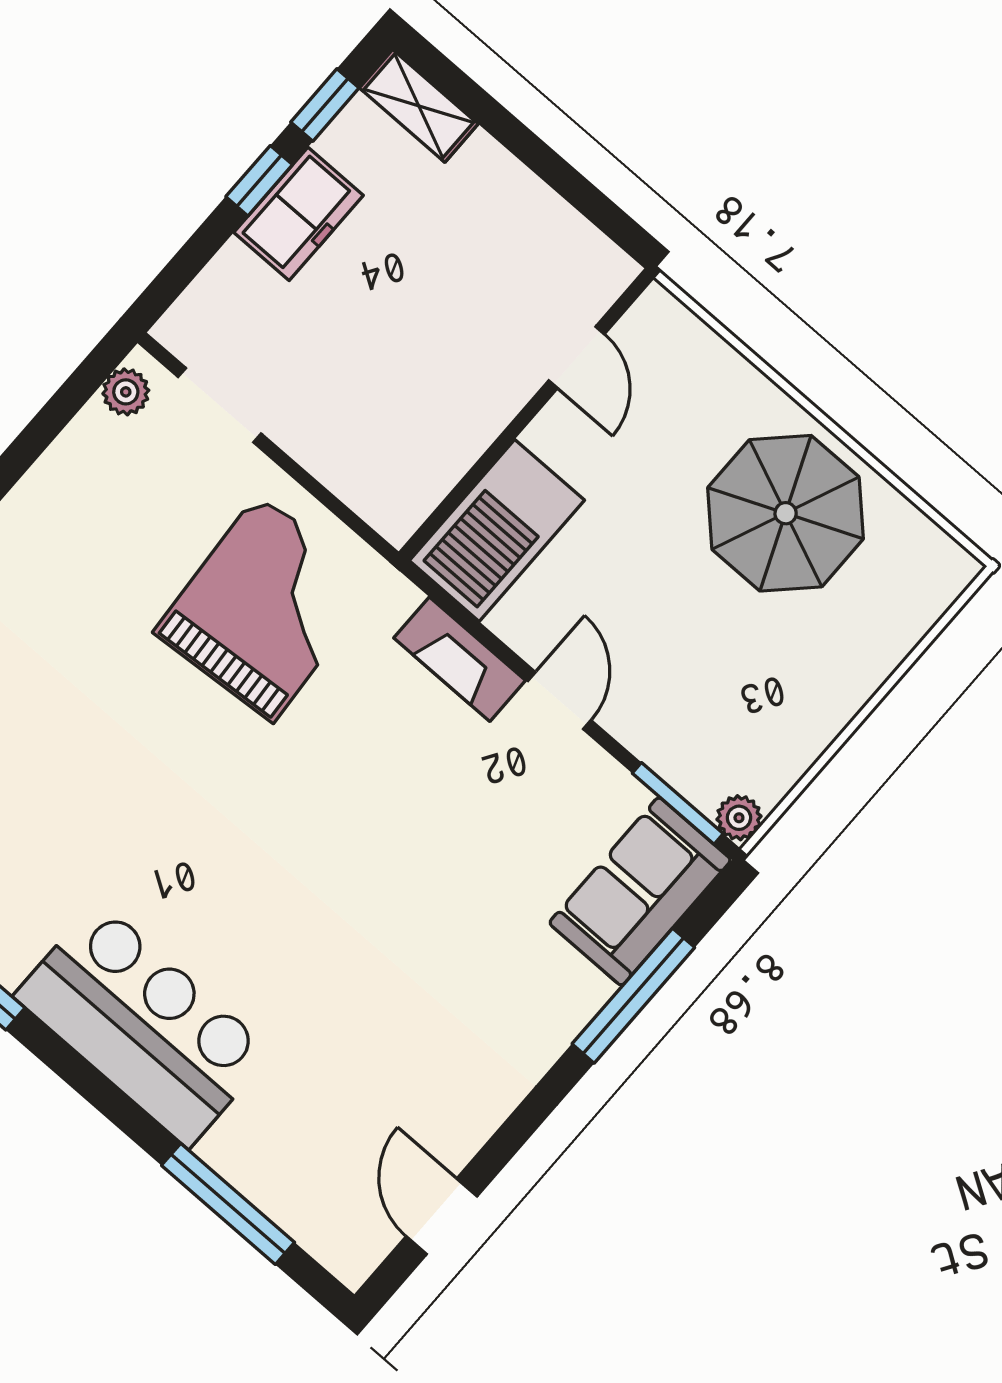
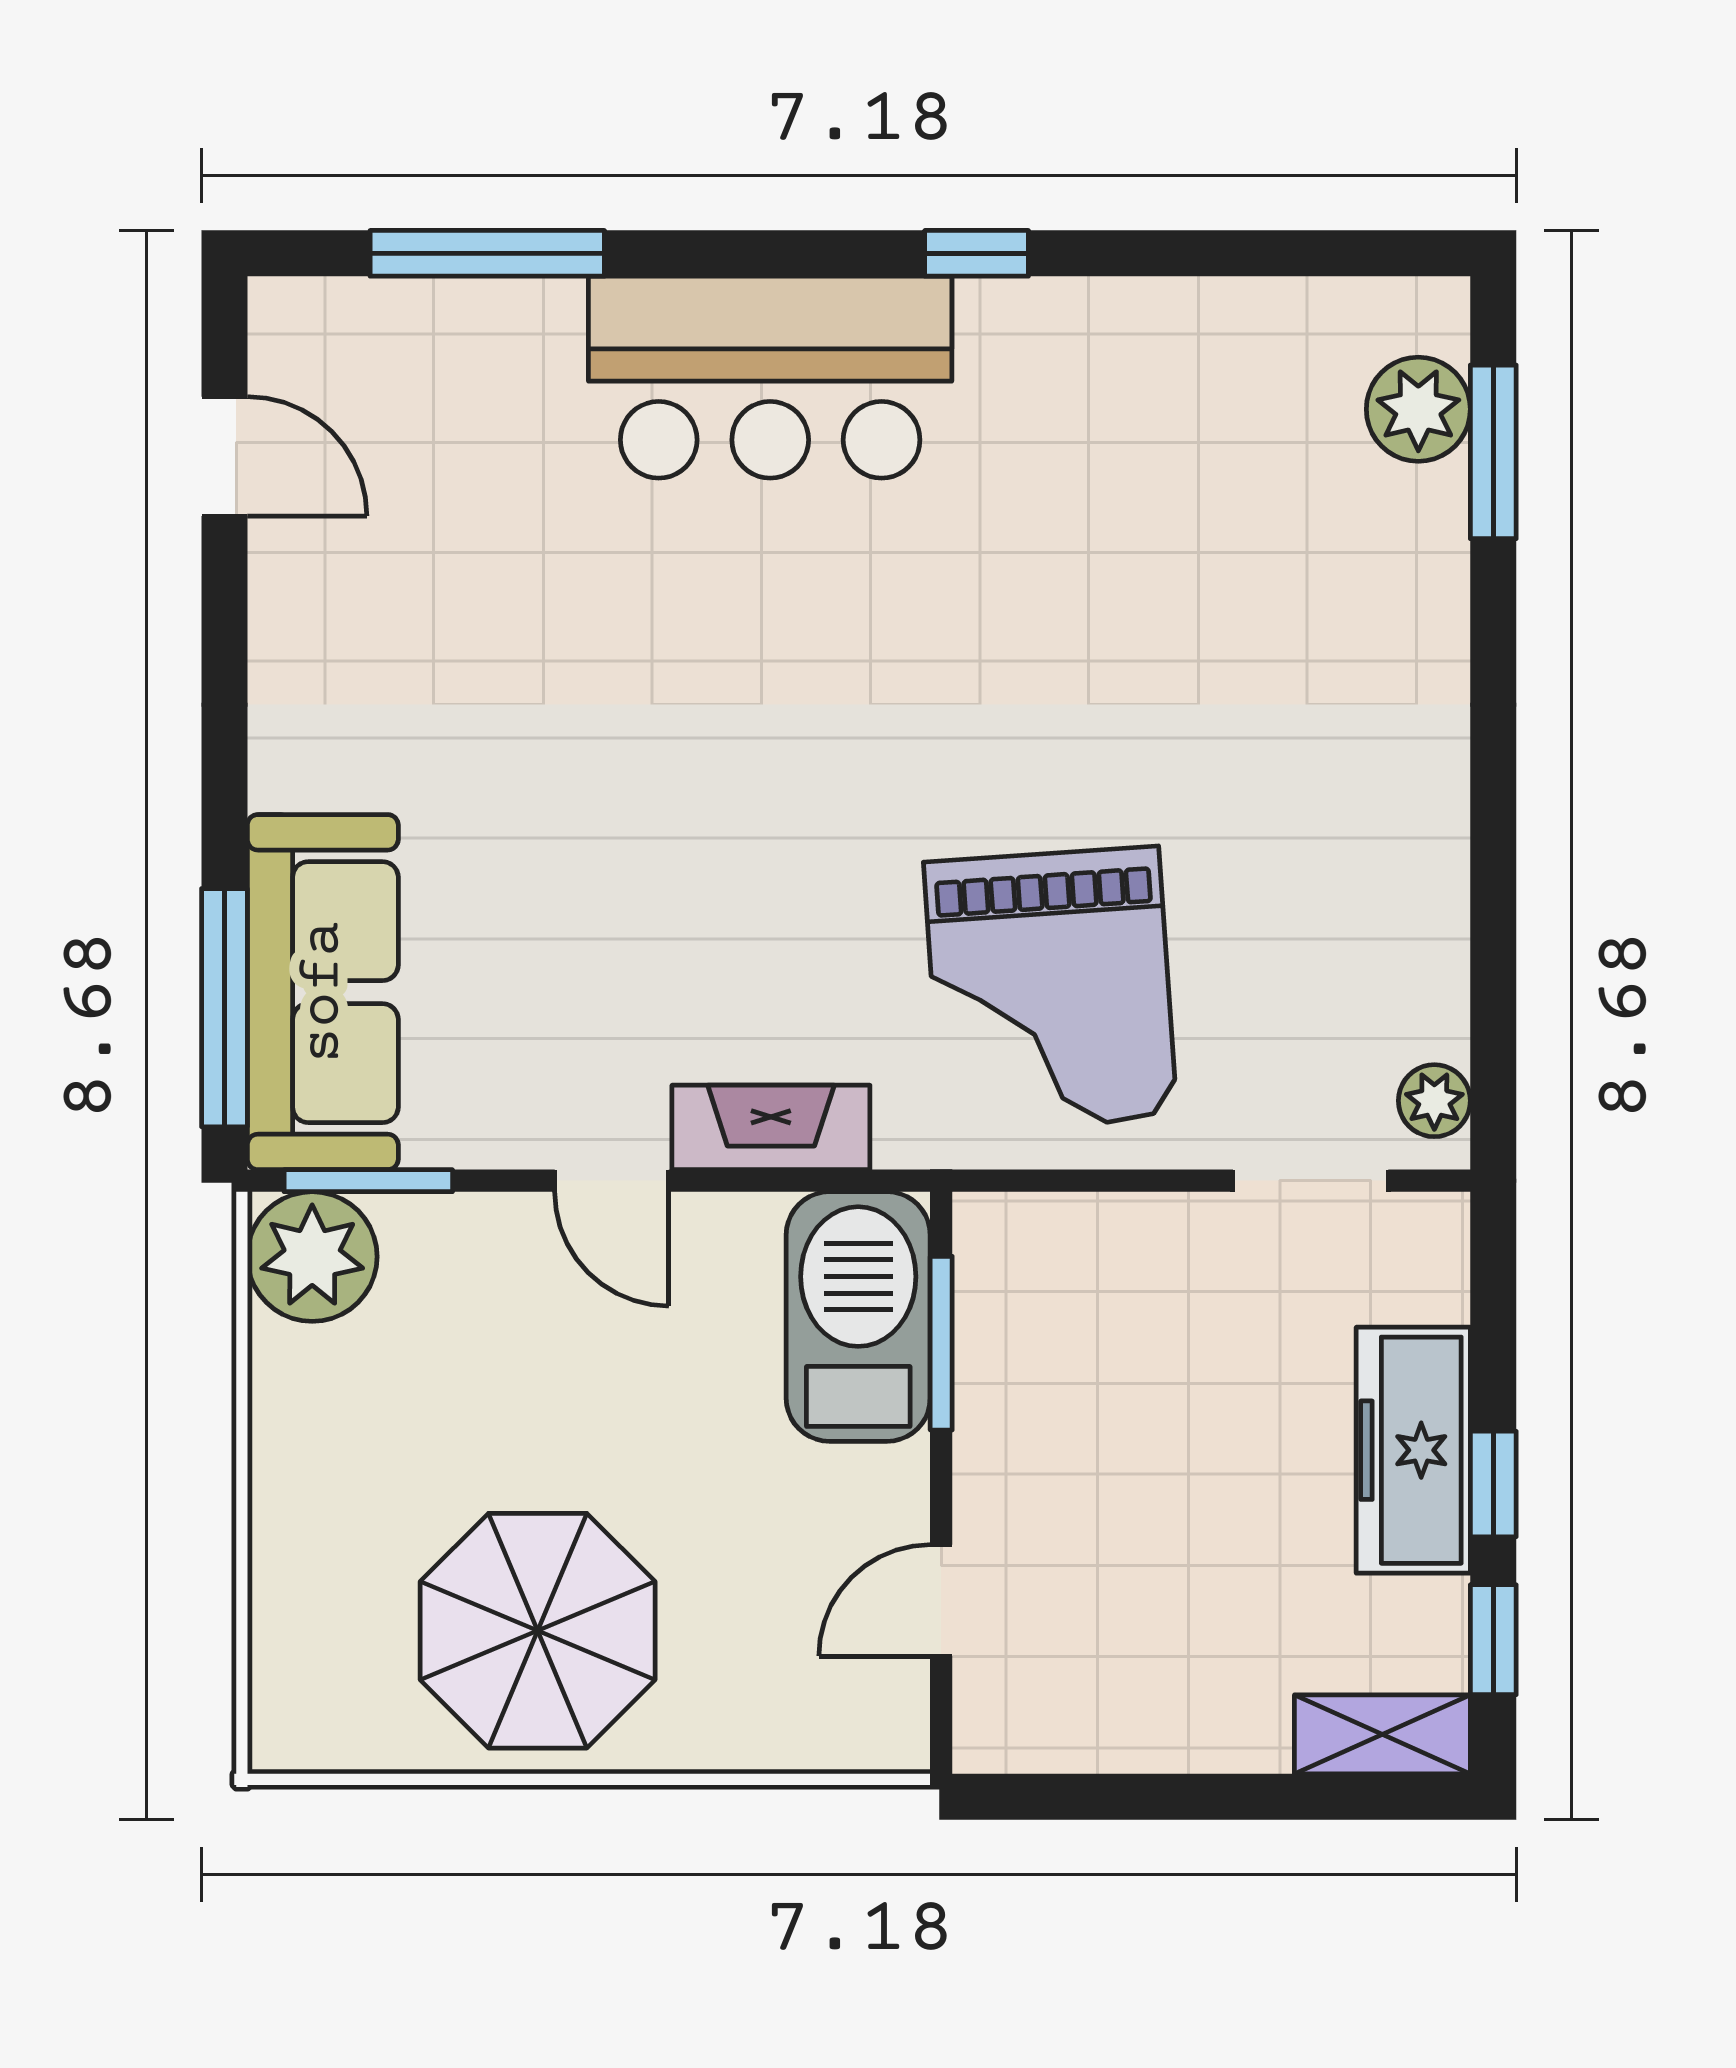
freezer: (299, 214) -> (1413, 1450), width x1.40
door: (577, 357) -> (941, 1600), hinge flipped
window: (468, 482) -> (941, 1343), added
plant: (739, 818) -> (312, 1257), width x1.87, depth x1.87
sofa: (640, 891) -> (323, 992), width x1.36
window: (633, 996) -> (224, 1008), moved

